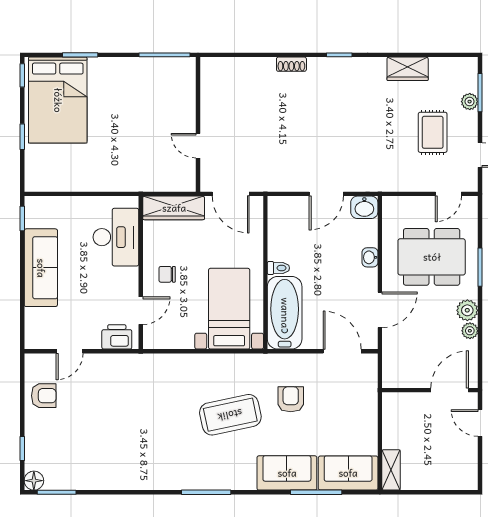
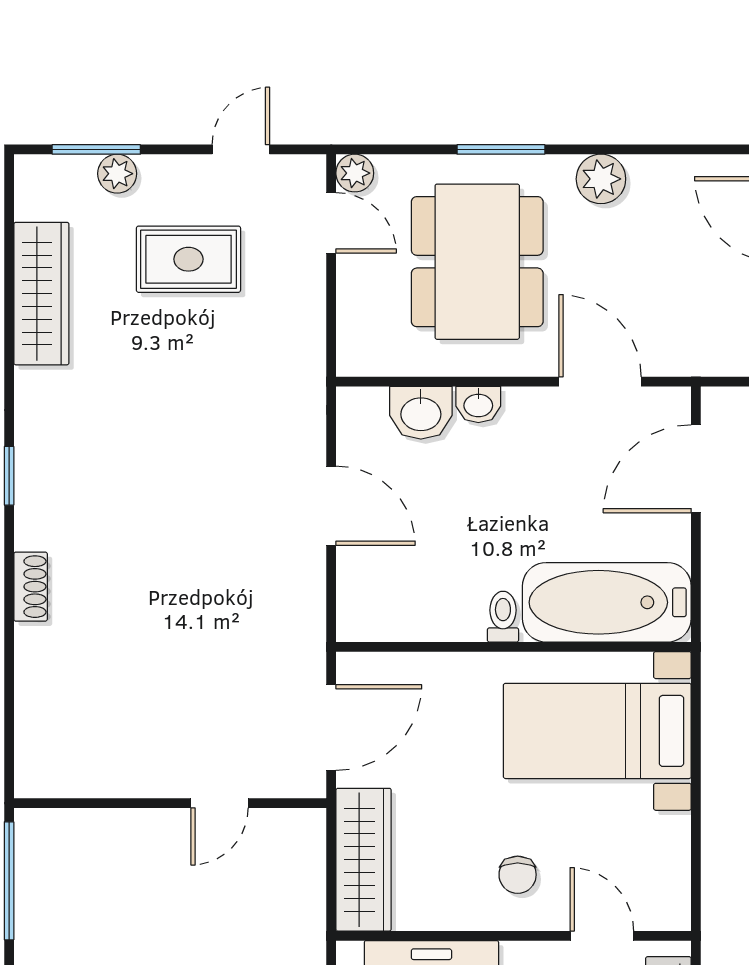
wardrobe: (408, 69) -> (41, 294), width x1.50
washbasin: (364, 207) -> (421, 413), moved, turned 90
plant: (470, 331) -> (355, 173), moved

